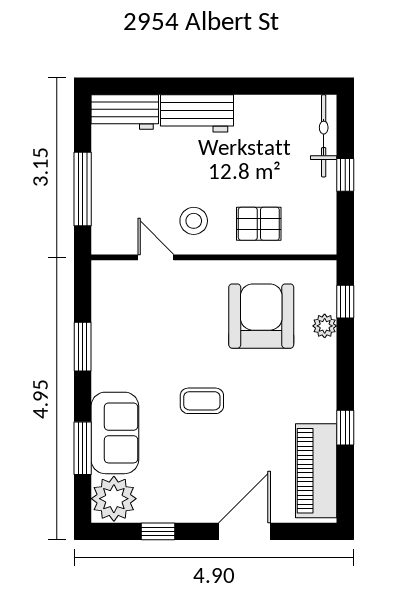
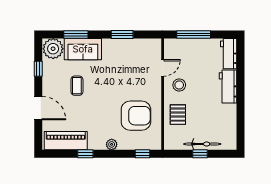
bicycle: (324, 136) -> (202, 144), moved
plant: (325, 326) -> (112, 144), moved
coffee table: (202, 401) -> (77, 86), moved

